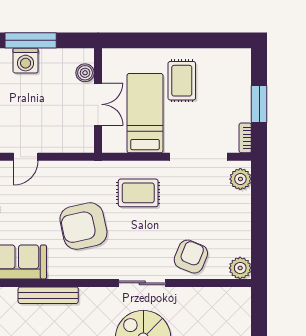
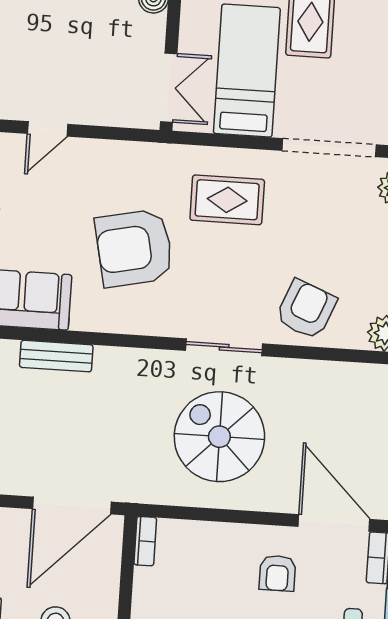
double door: (98, 104) -> (169, 88), moved
bench: (48, 295) -> (56, 356), width x0.73

